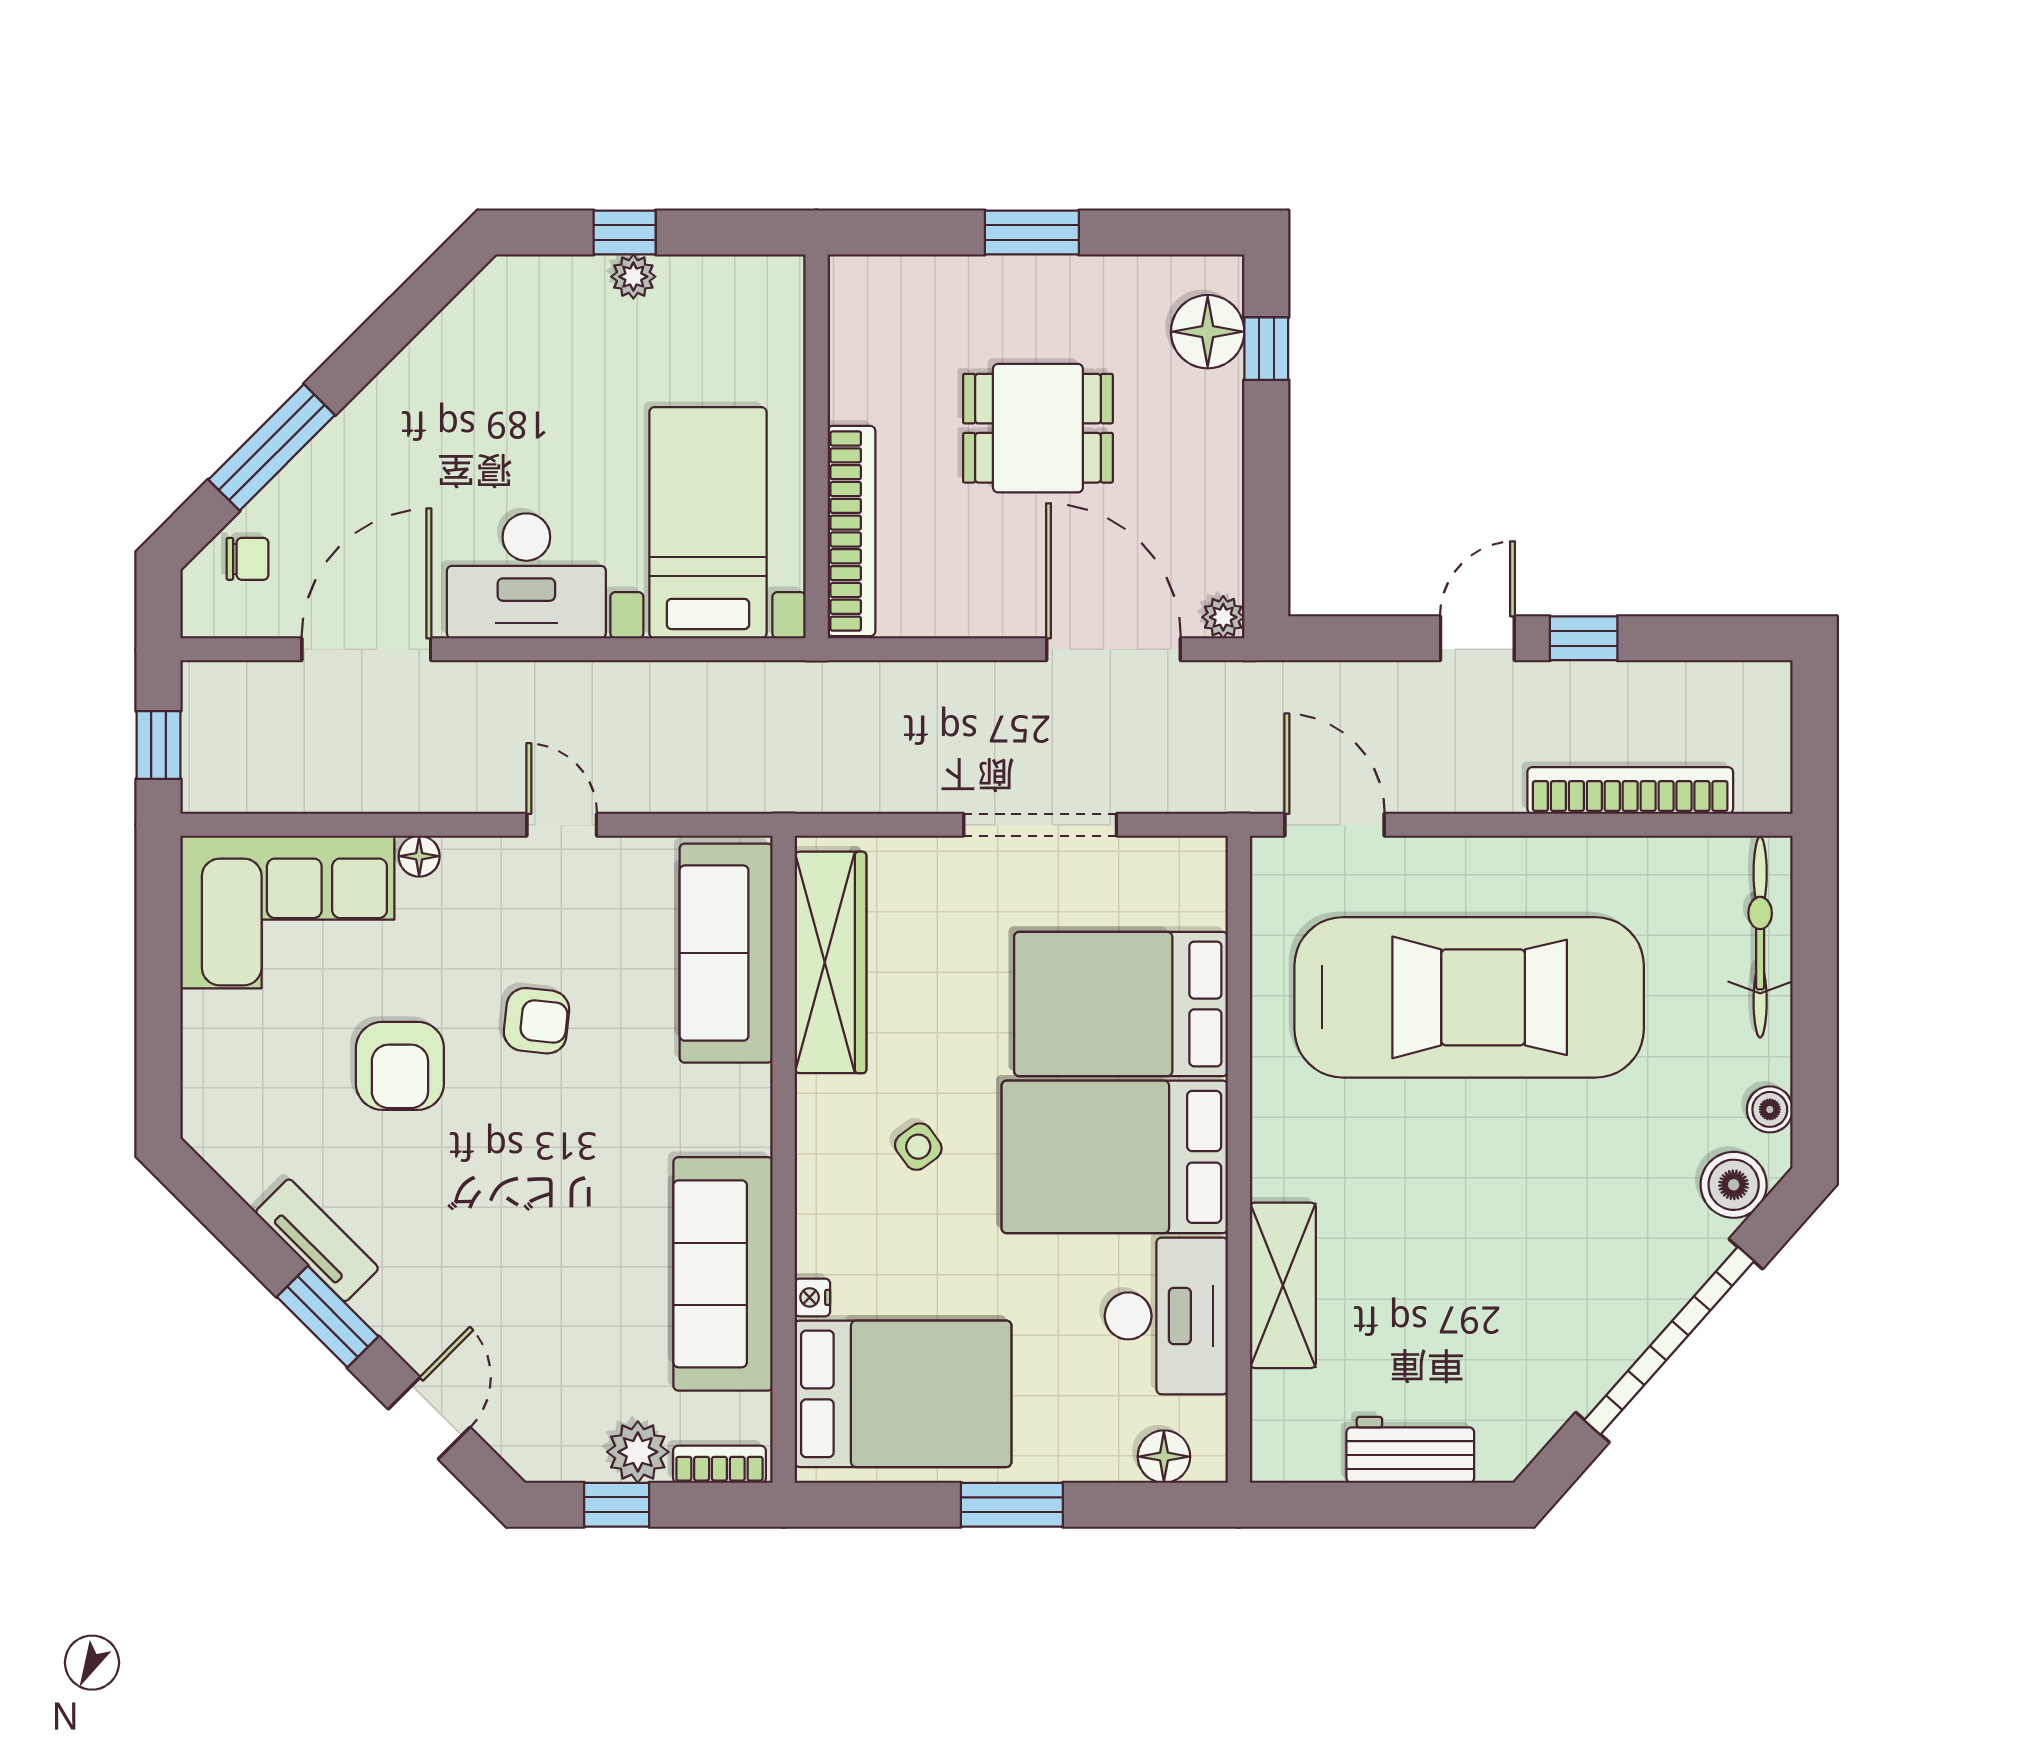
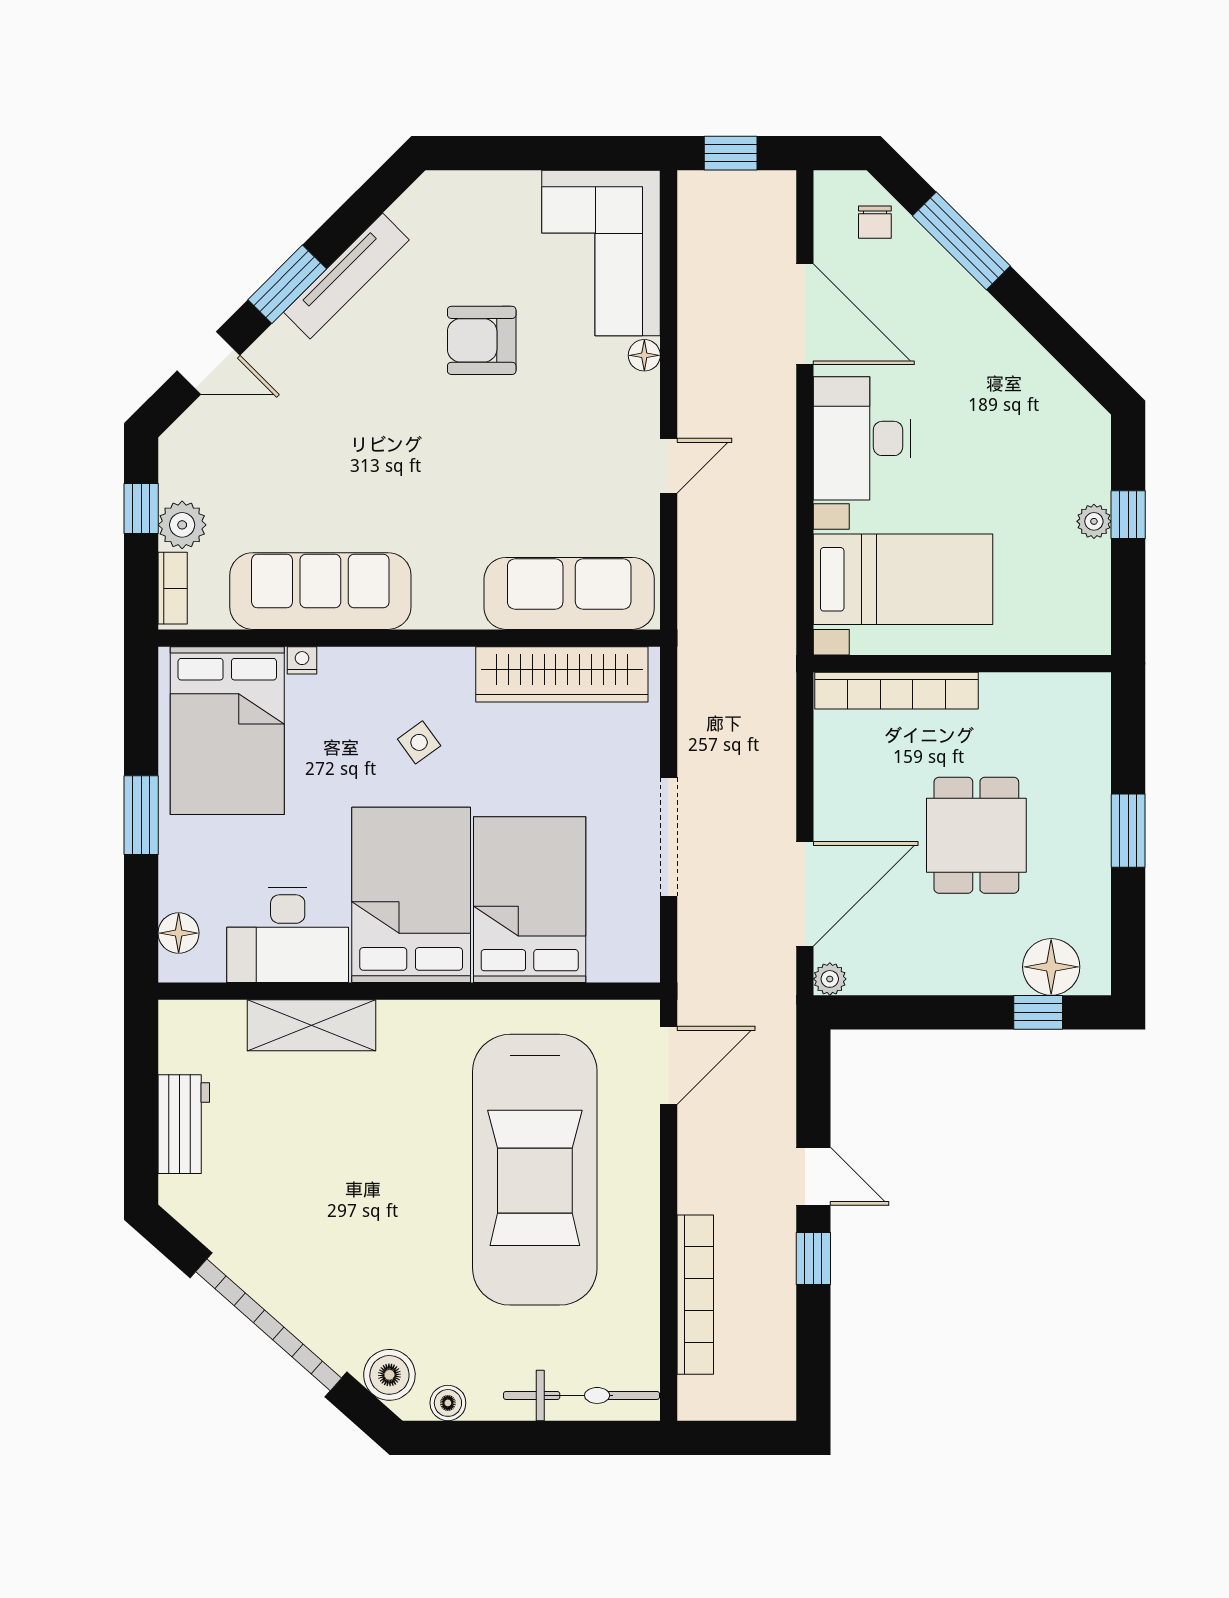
armchair: (537, 1021) -> (517, 446), removed
tv unit: (317, 1240) -> (346, 276), width x1.41

